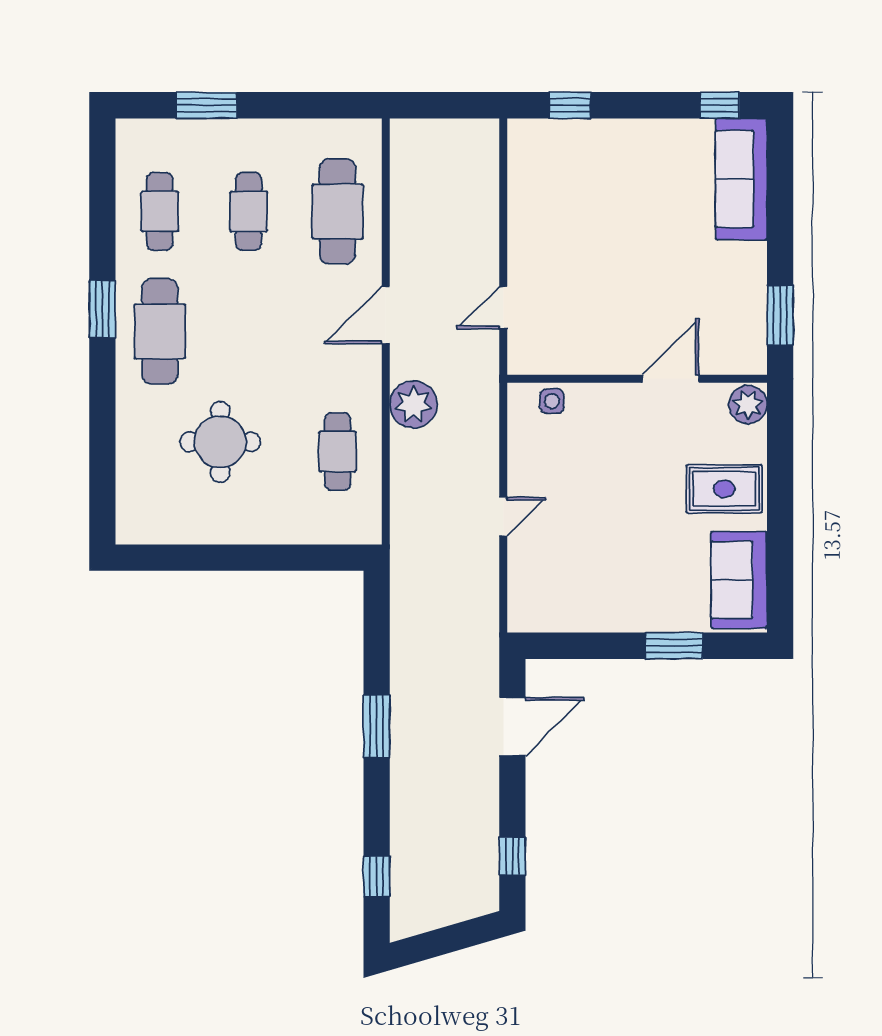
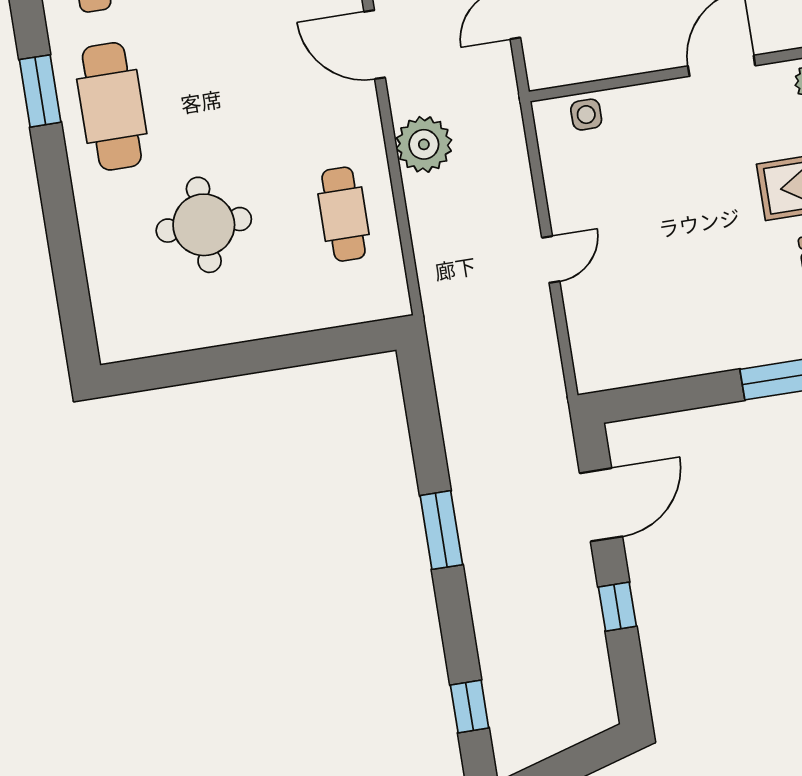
door: (386, 315) -> (375, 45), hinge flipped
window: (512, 856) -> (617, 607), moved

